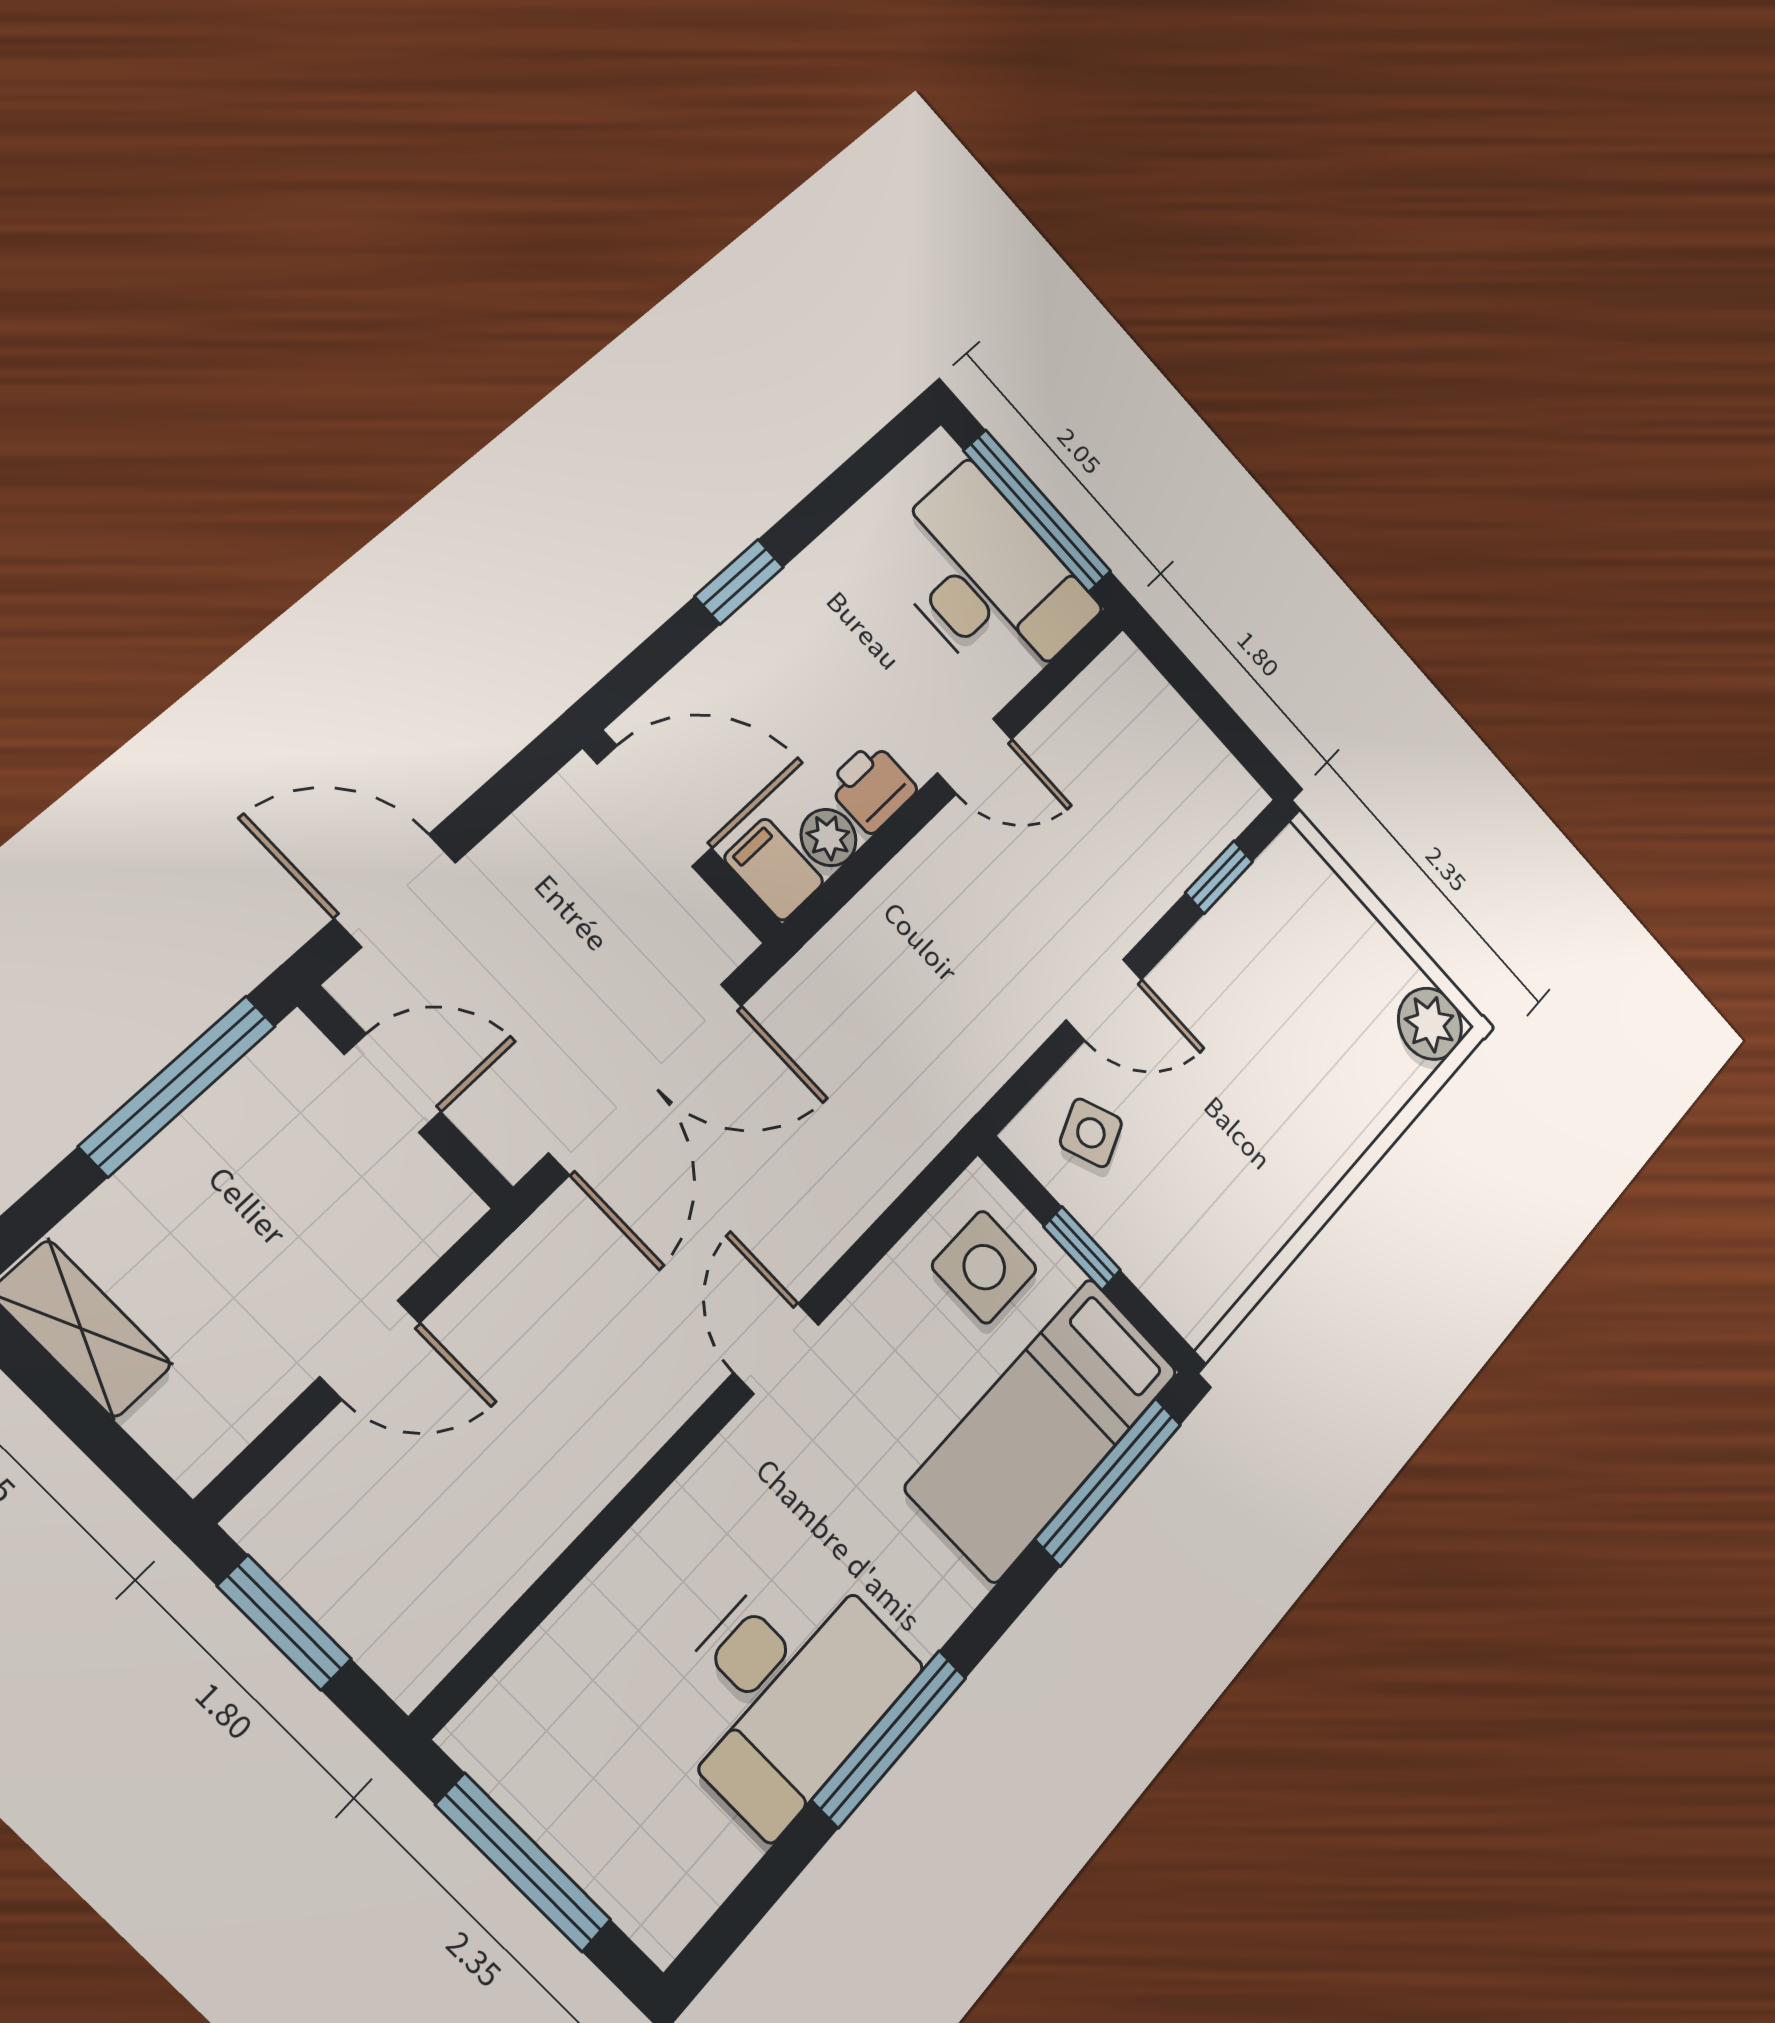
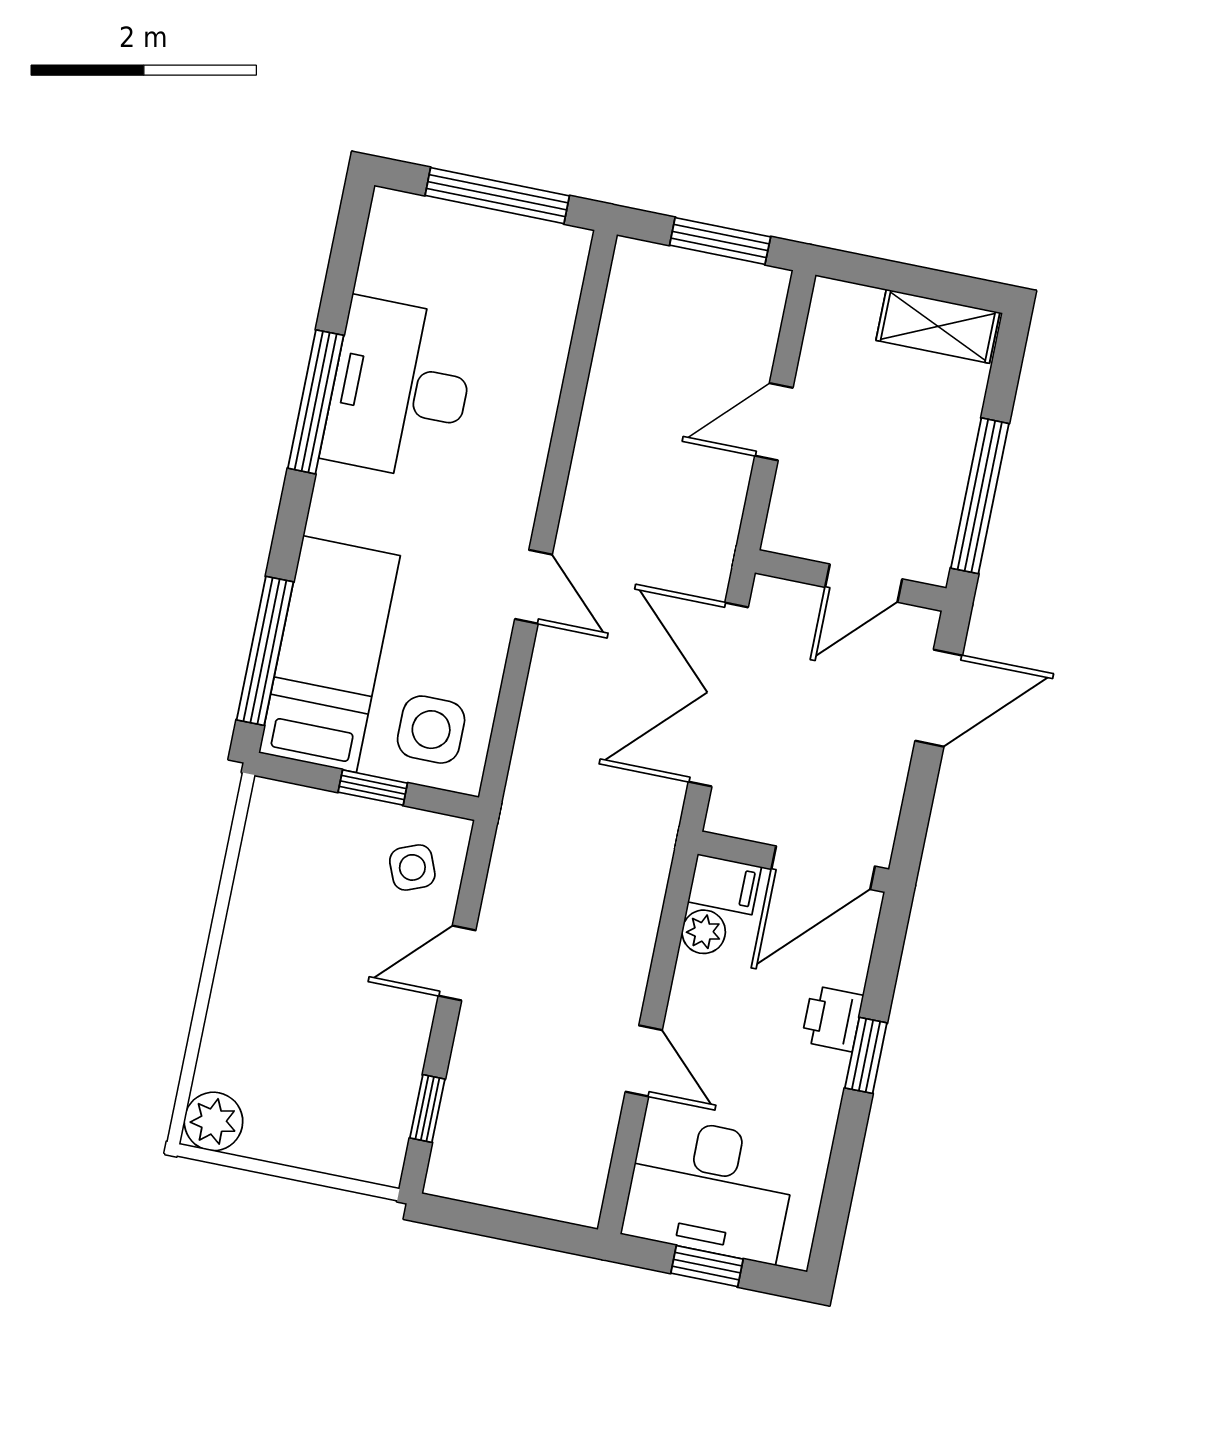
window: (1037, 511) -> (707, 1266), width x0.46
door: (975, 756) -> (644, 1061), swing flipped
printer: (872, 787) -> (832, 1019), moved, turned 180

